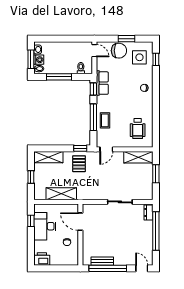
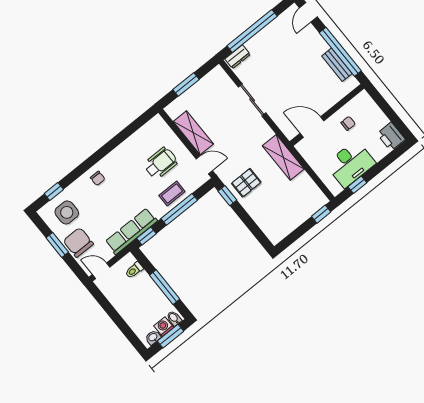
door: (94, 51) -> (101, 271), hinge flipped
row of seats: (102, 83) -> (131, 231), width x1.48
wheelchair: (138, 129) -> (161, 163), moved
shelving: (48, 157) -> (267, 224), removed
shelving: (138, 157) -> (193, 133), moved
window: (31, 177) -> (321, 214), moved
shelving: (61, 194) -> (283, 157), moved
door: (80, 222) -> (312, 127), swing flipped

